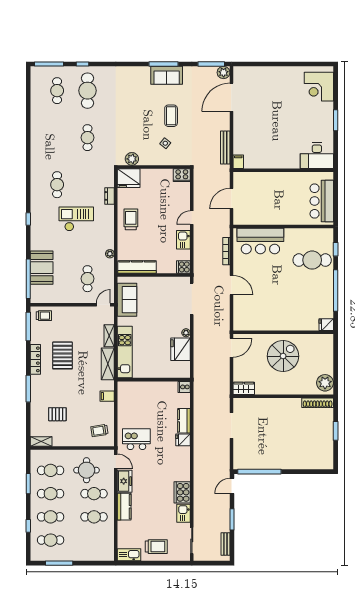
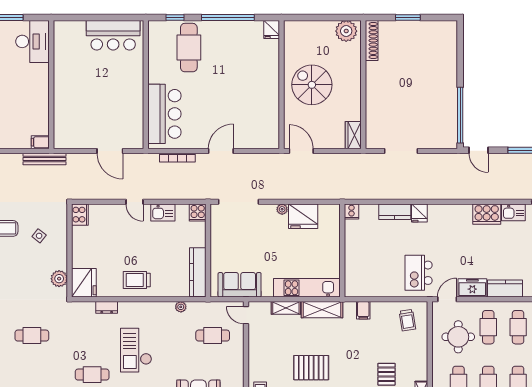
desk: (317, 156) -> (32, 41), moved
filing cabinet: (238, 162) -> (40, 142), moved
wall: (283, 170) -> (51, 85), moved

